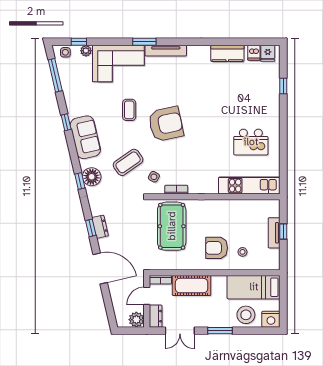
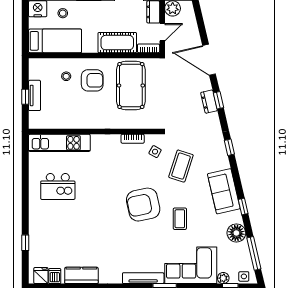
kitchen island: (251, 142) -> (58, 186), turned 180
coffee table: (128, 162) -> (181, 166), turned -37
floor lamp: (92, 177) -> (236, 233), moved
pool table: (172, 226) -> (131, 85), moved
stool: (246, 315) -> (63, 13), width x0.53, depth x0.53

